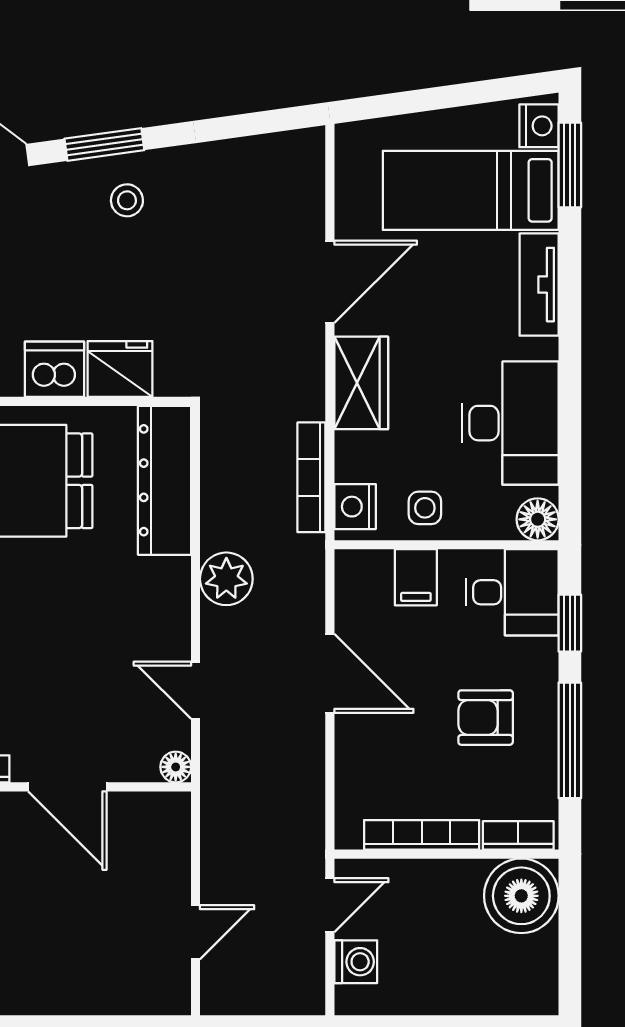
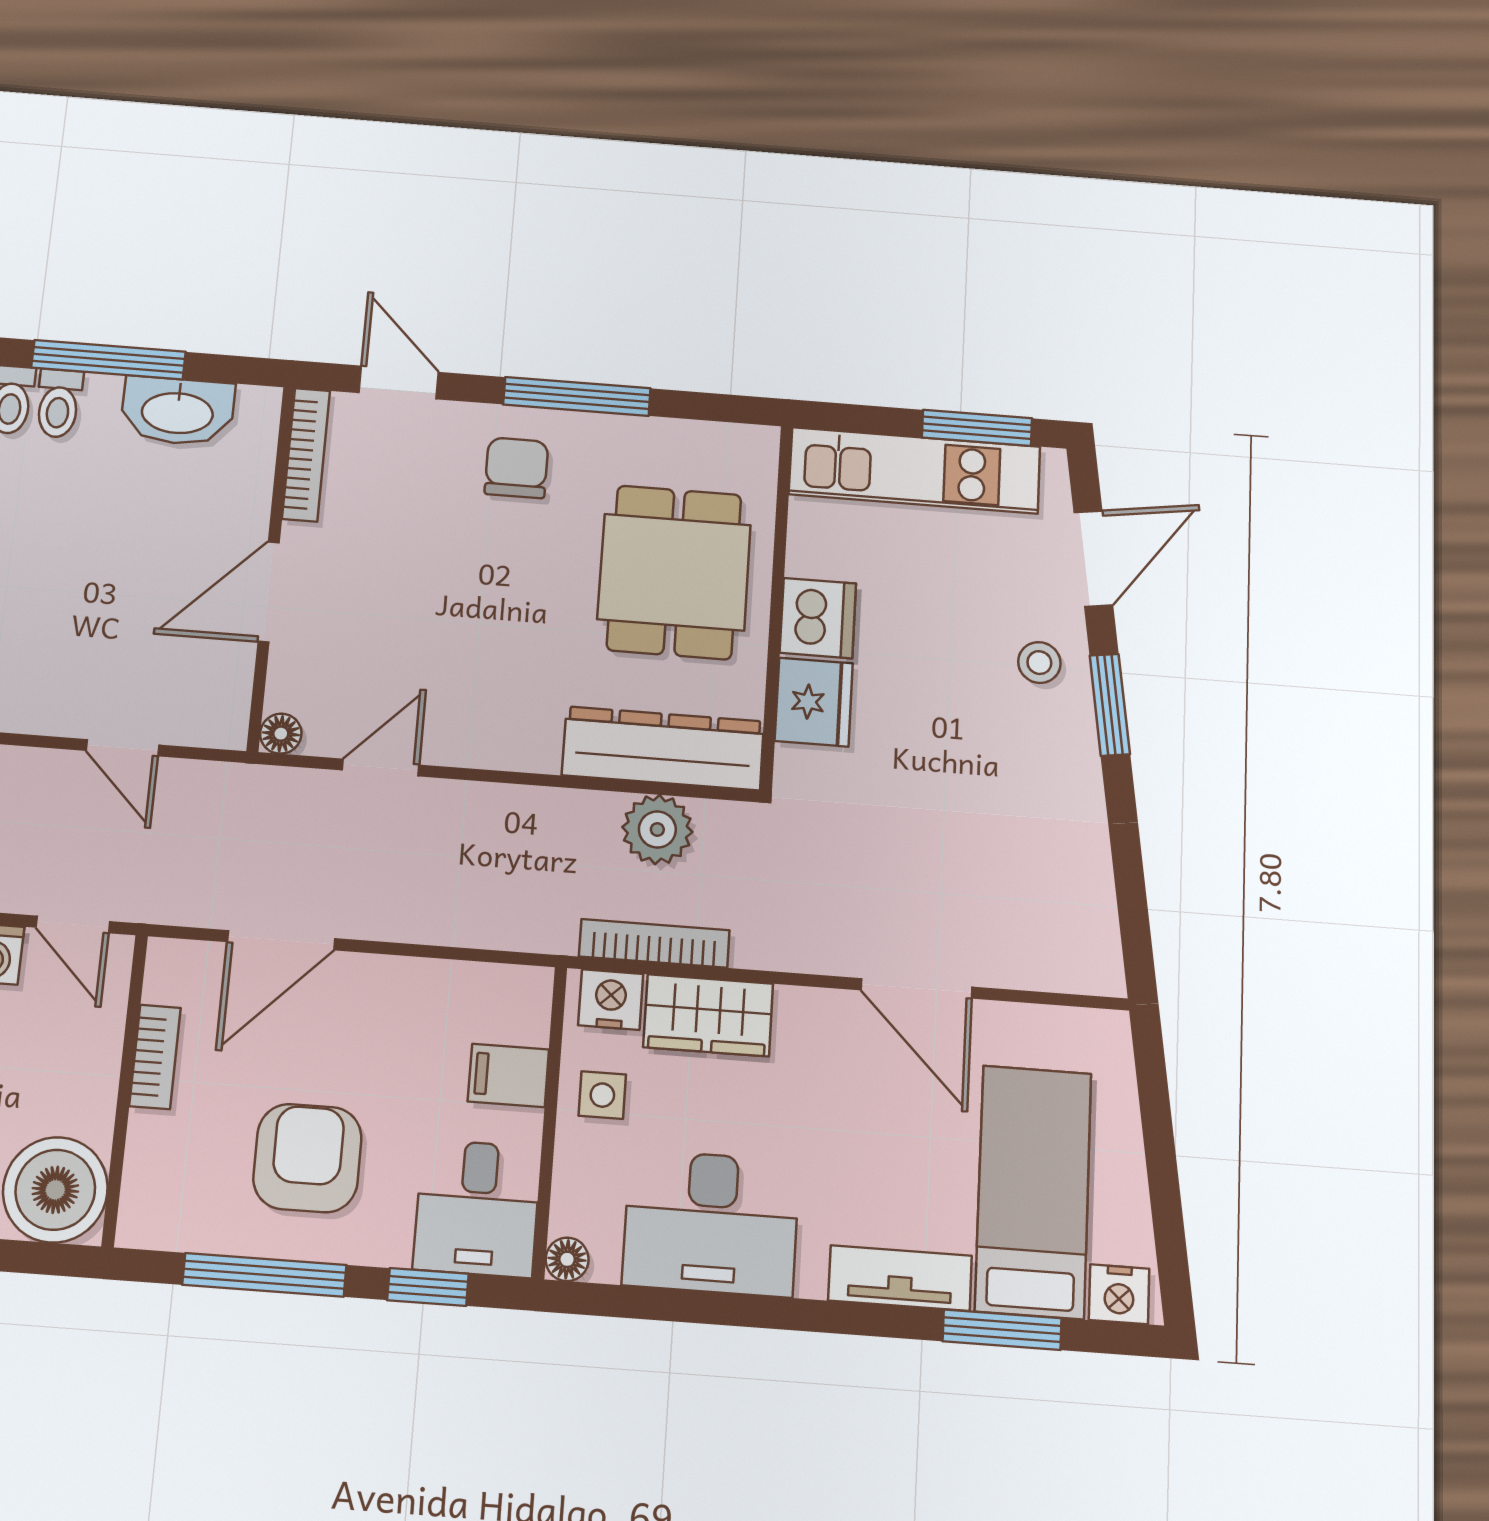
window: (570, 165) -> (1002, 1330), moved
stool: (127, 200) -> (1039, 663), moved
wardrobe: (361, 383) -> (708, 1015), moved
floor lamp: (538, 519) -> (567, 1259), width x0.73, depth x0.73
plant: (226, 579) -> (657, 829), moved
door: (330, 673) -> (281, 940), moved
armchair: (486, 718) -> (307, 1158), width x1.38, depth x1.38
bookcase: (422, 835) -> (155, 1057), width x0.64
bookcase: (518, 835) -> (140, 1192), removed
door: (196, 932) -> (123, 748), moved

